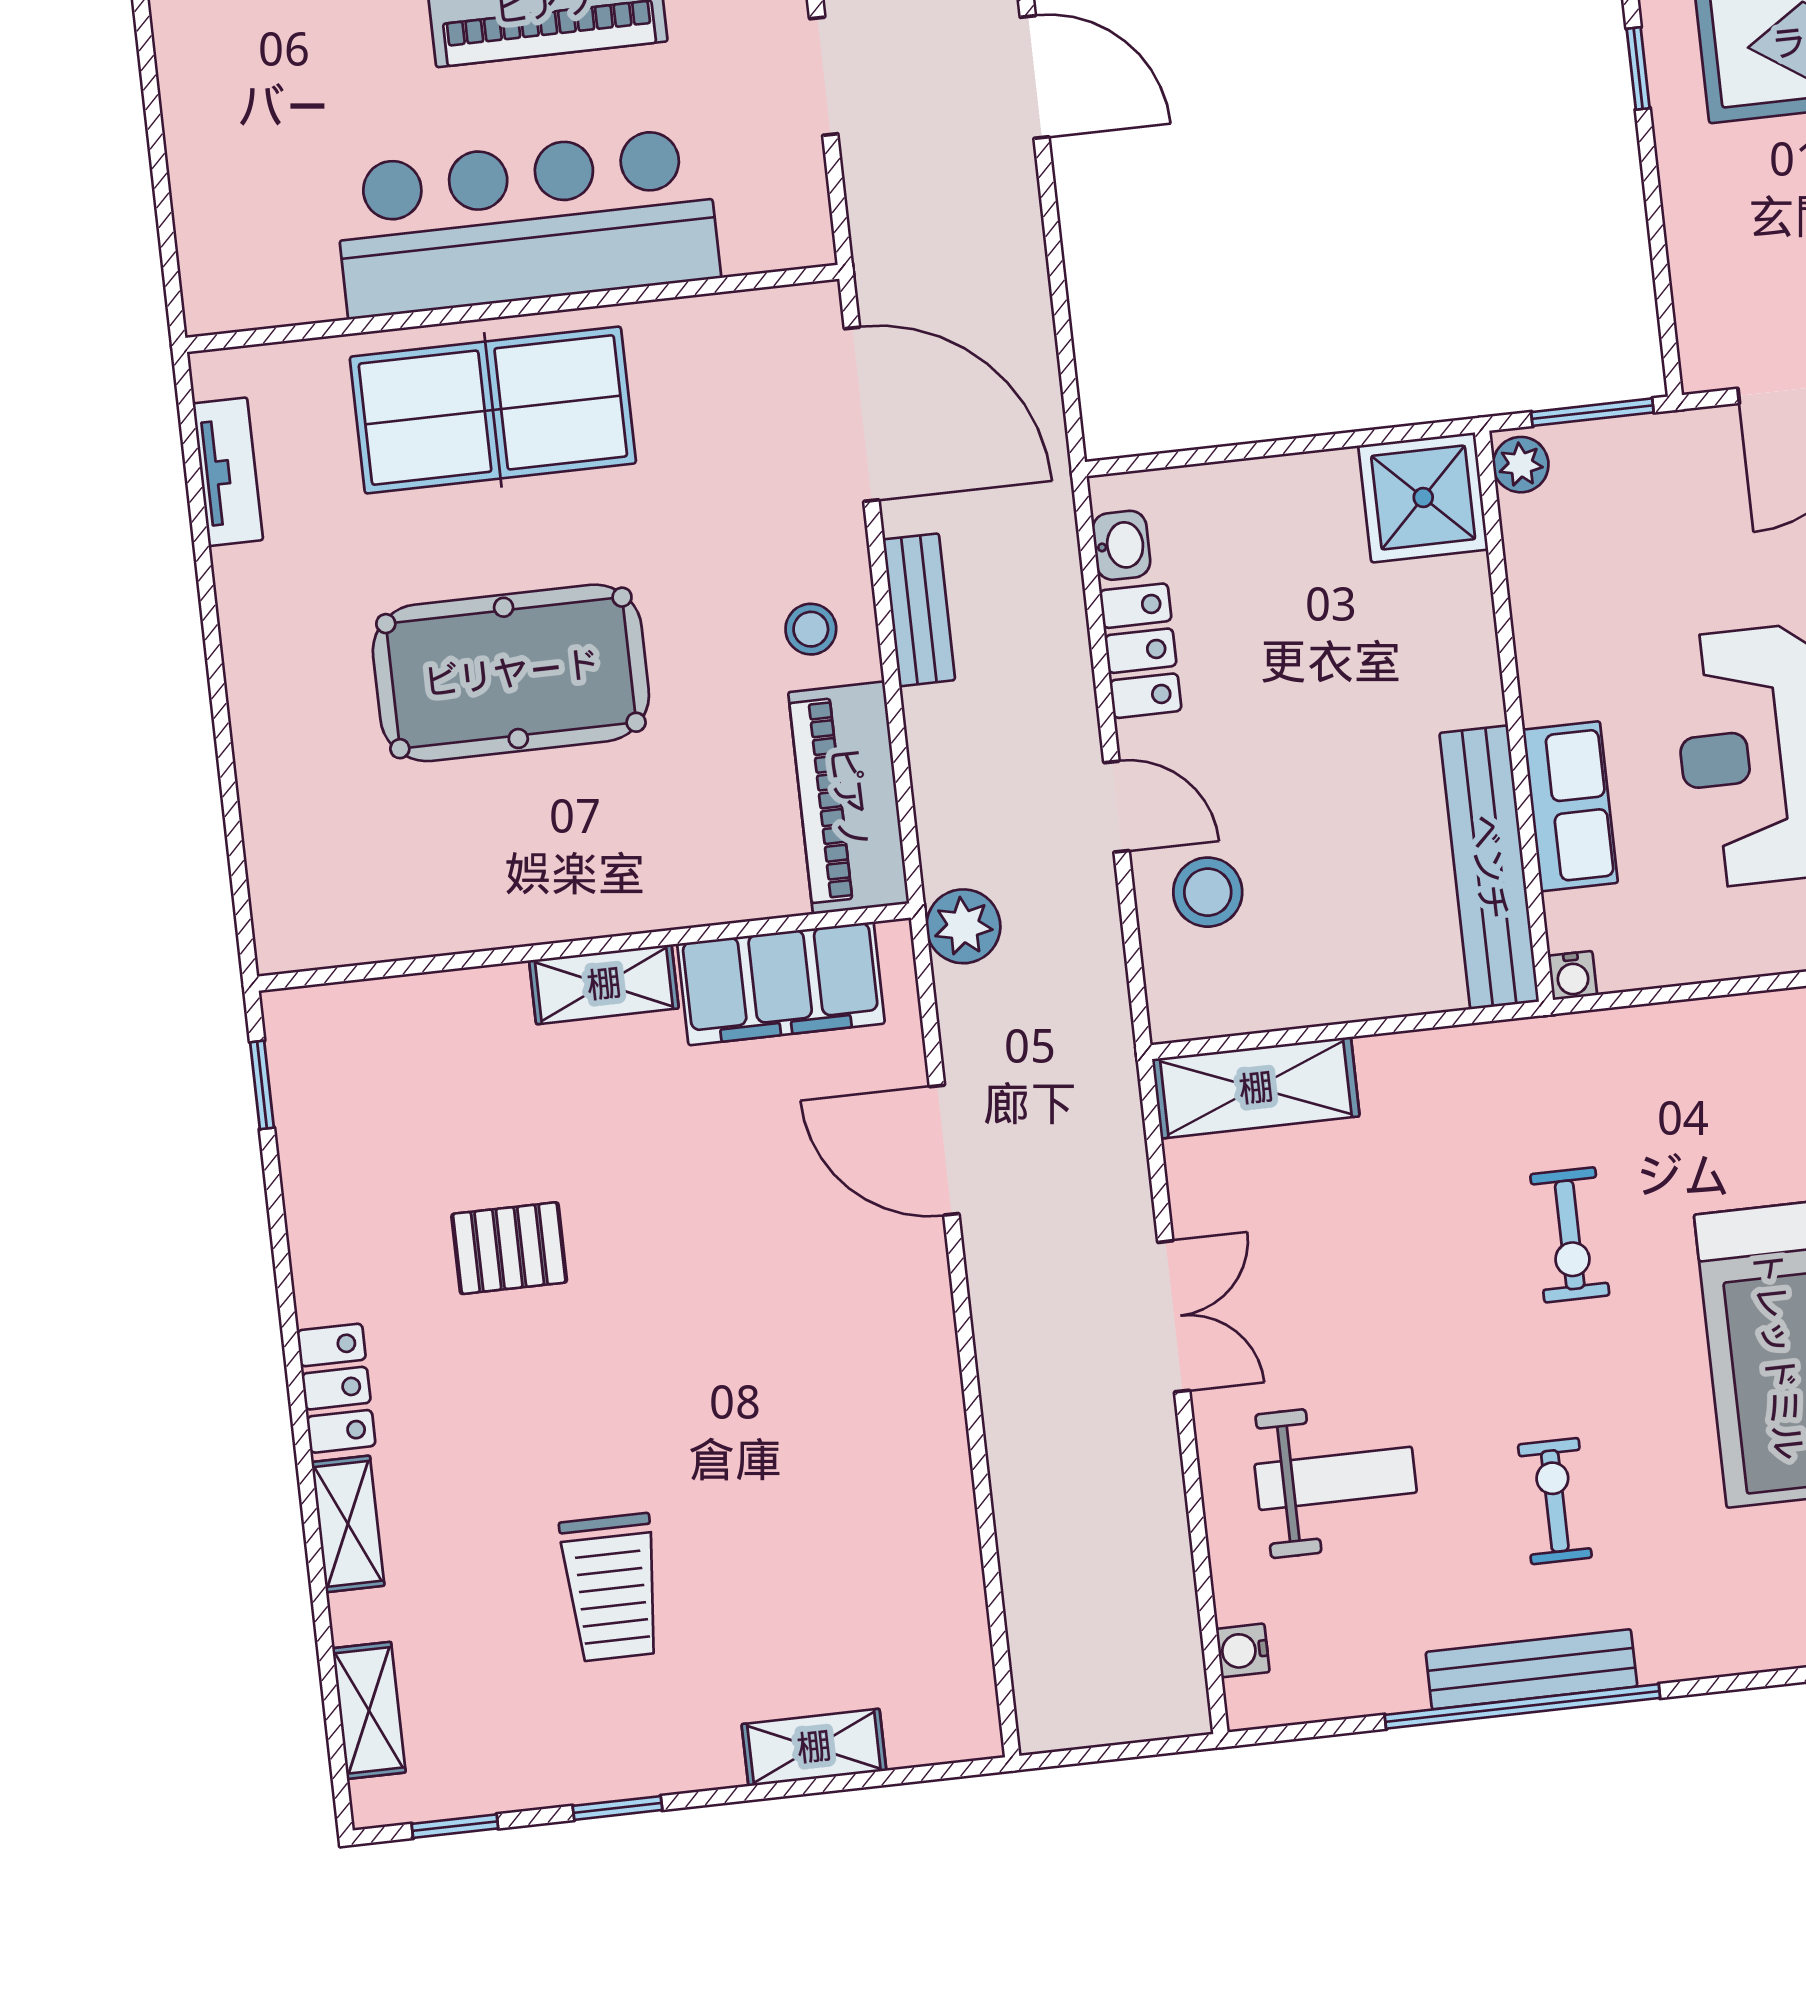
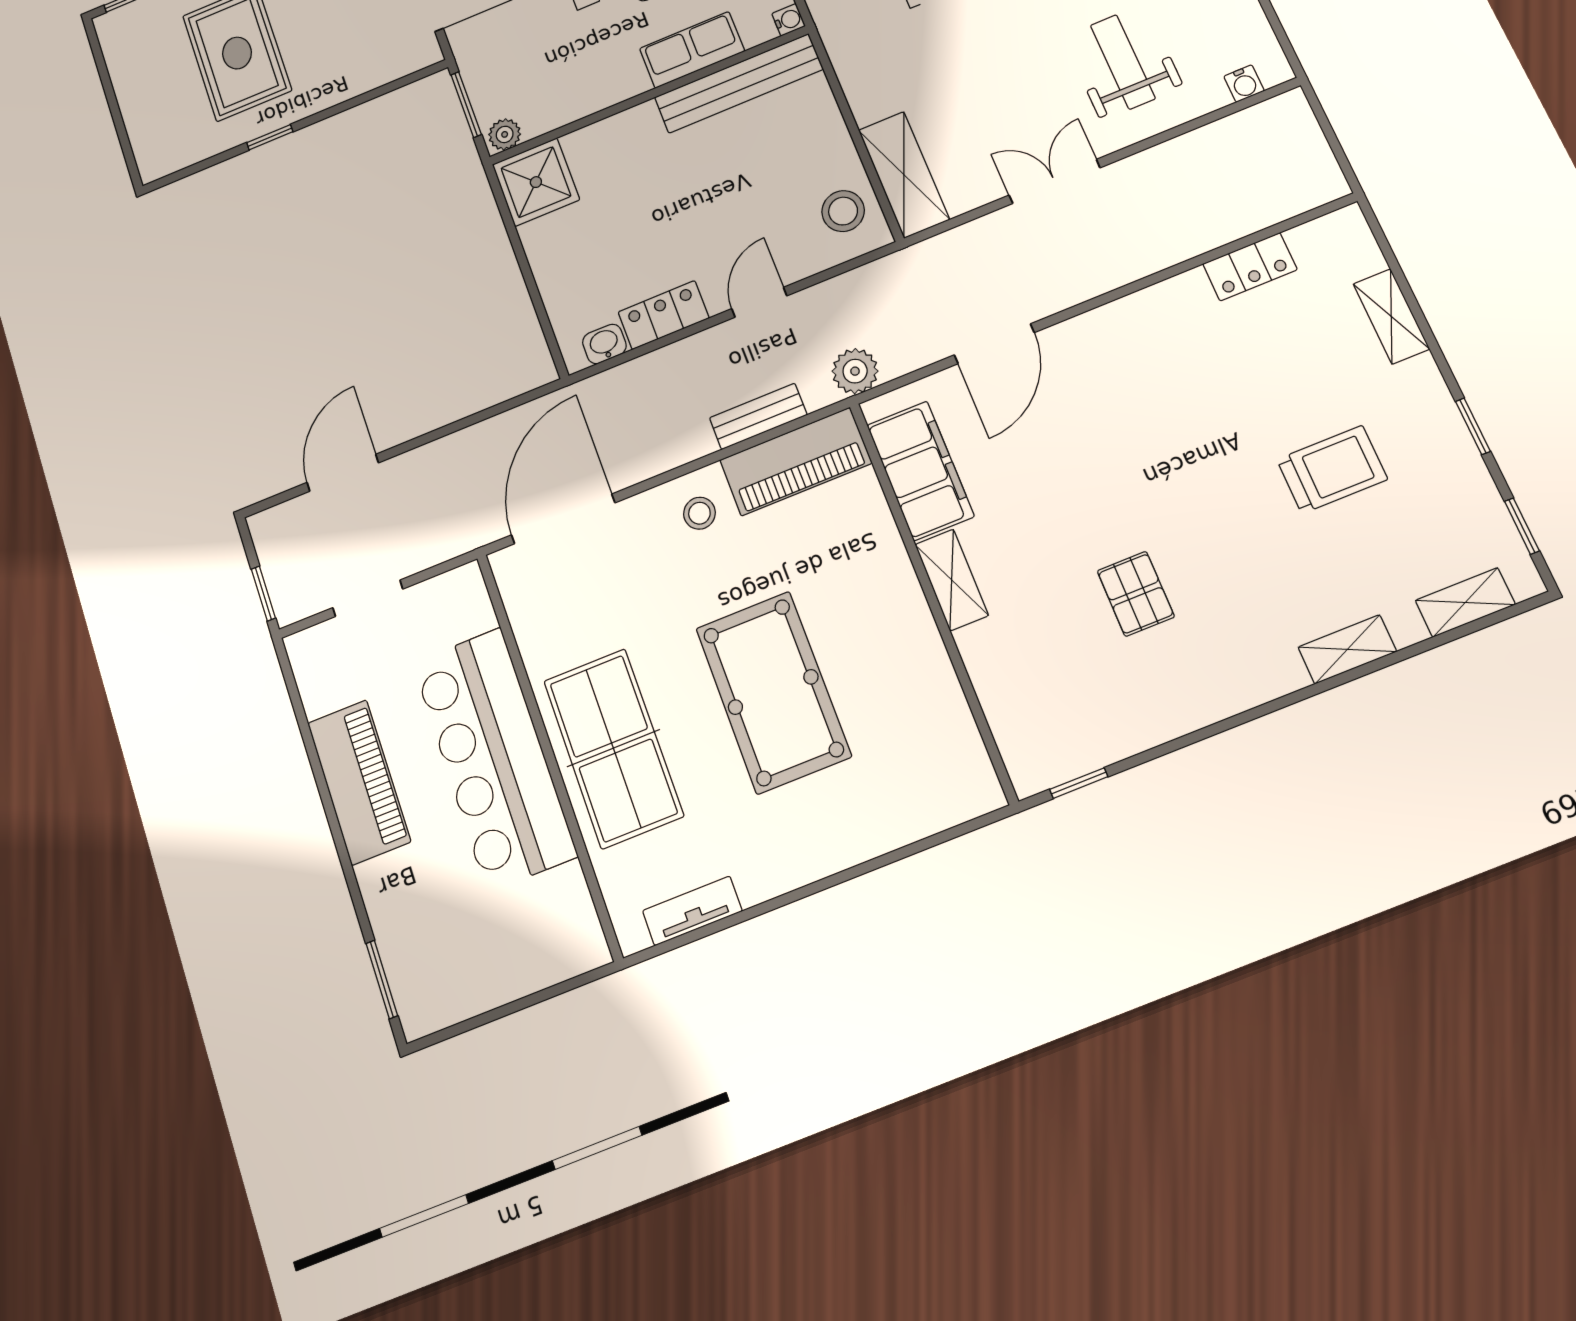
bench: (919, 610) -> (758, 416), moved
stool: (1208, 892) -> (843, 211), moved
locker: (336, 1388) -> (1250, 267), moved, turned 180

